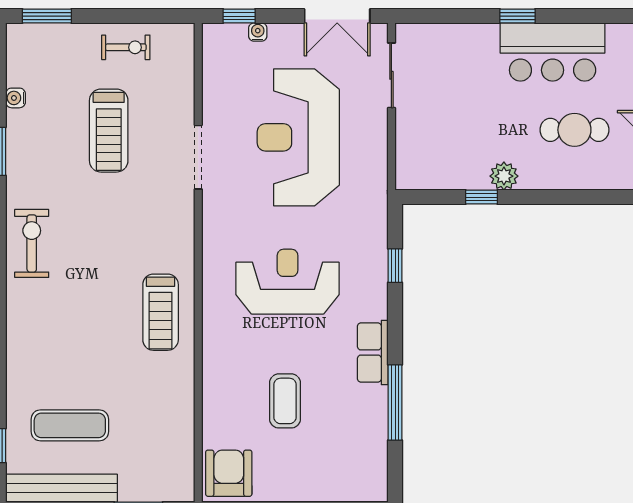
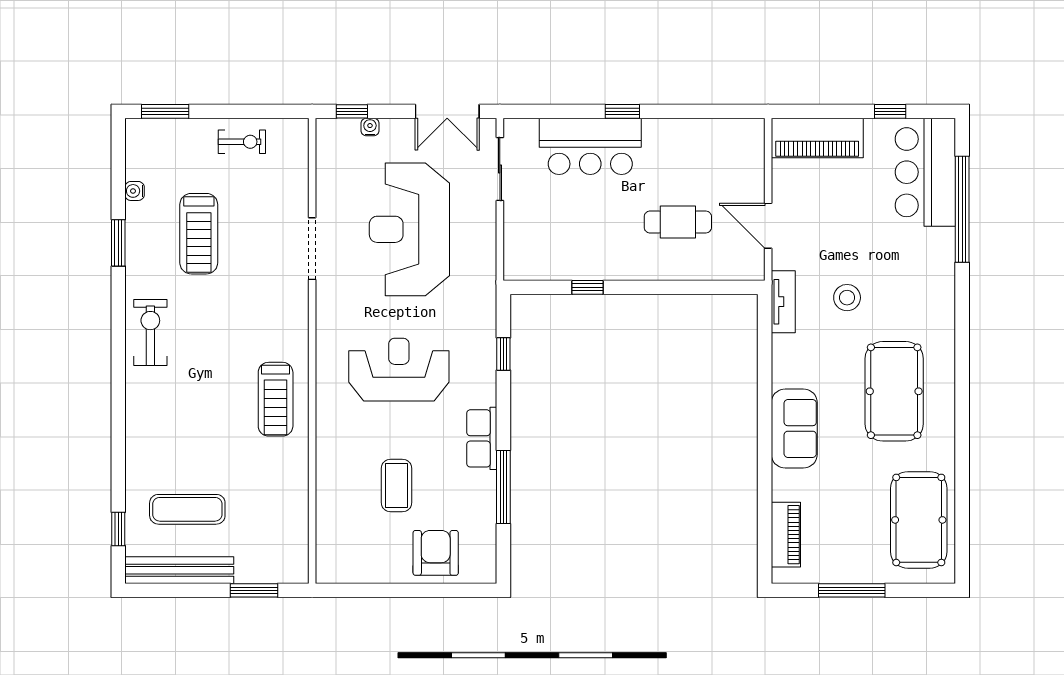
bar counter: (553, 52) -> (590, 146), moved
treadmill: (109, 131) -> (199, 234), moved
plant: (504, 176) -> (609, 267), removed
armchair: (229, 473) -> (436, 553), moved

